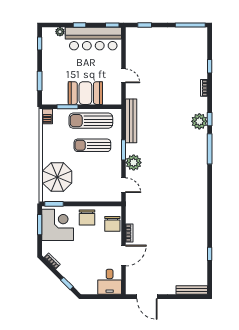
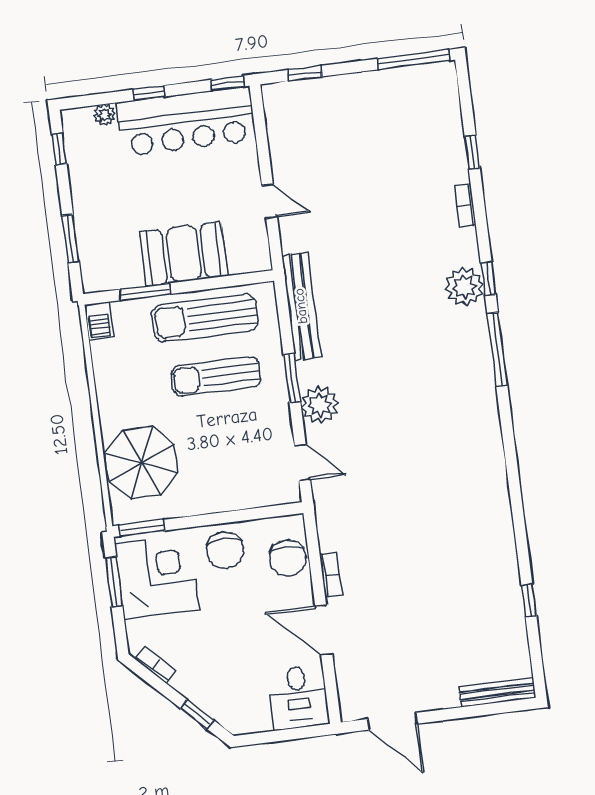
door: (123, 255) -> (324, 630), swing flipped

